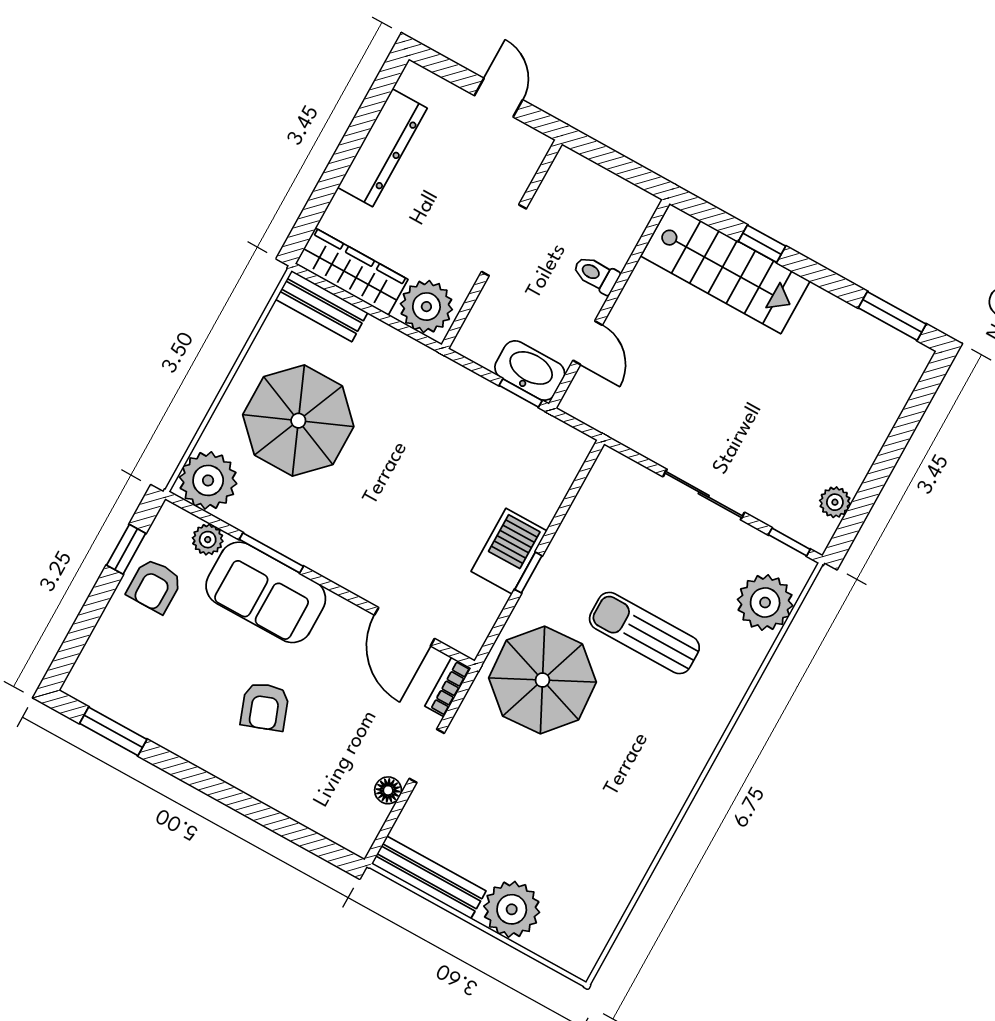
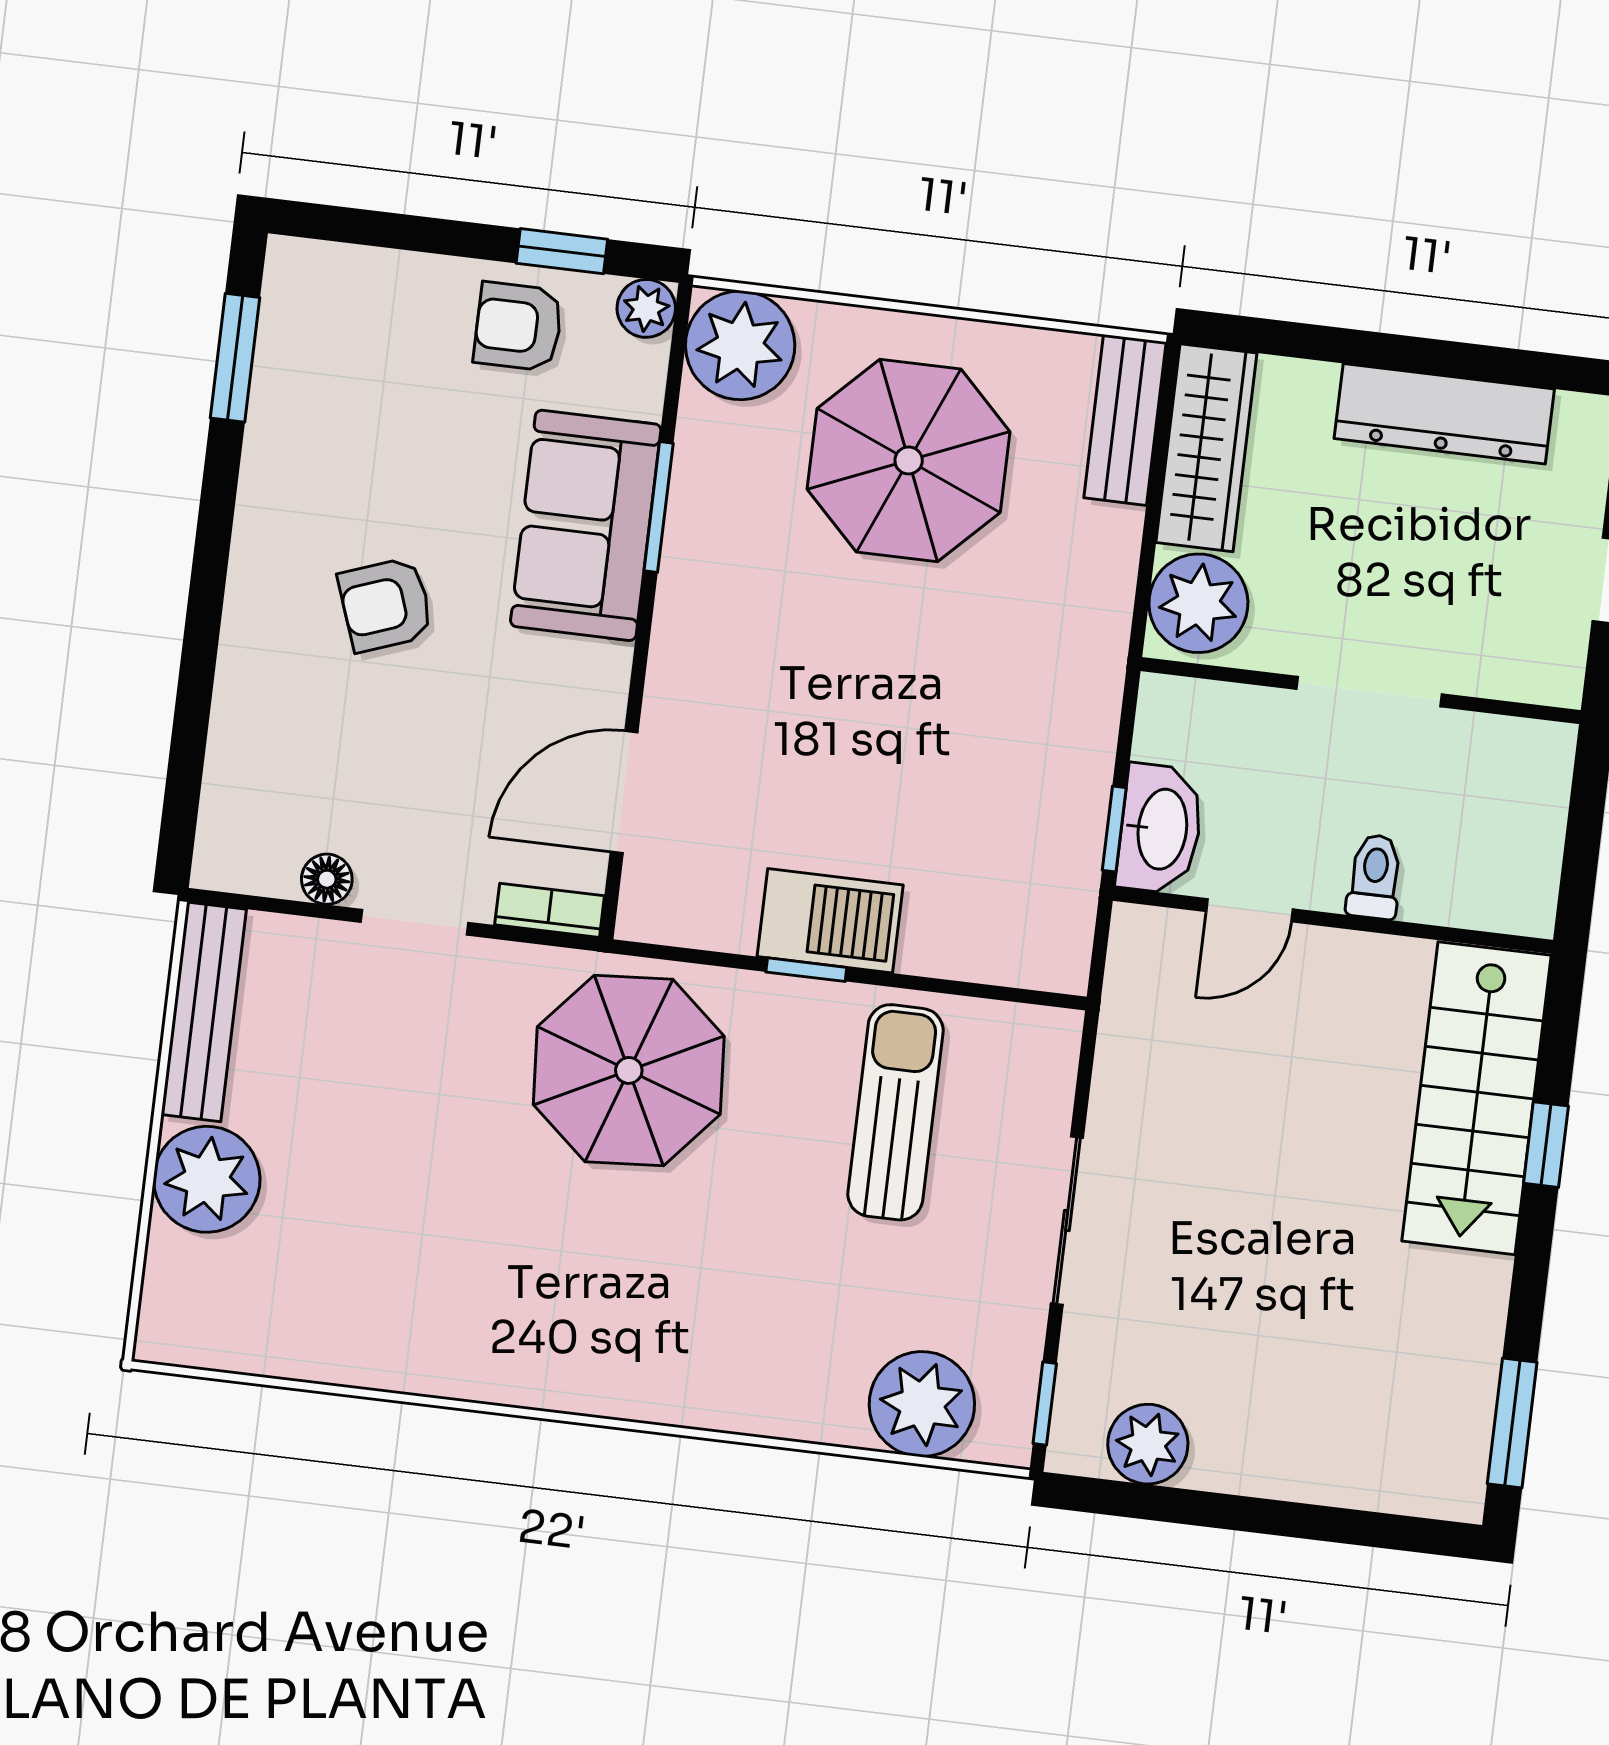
plant: (835, 502) -> (1148, 1444), width x1.38, depth x1.38
plant: (208, 540) -> (646, 308), moved
sun lounger: (644, 633) -> (895, 1112), moved

